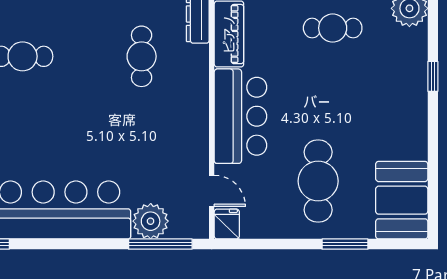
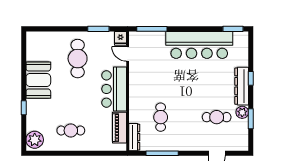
booth: (402, 200) -> (38, 80), moved
plant: (151, 221) -> (156, 40), removed
window: (345, 244) -> (98, 29), moved

